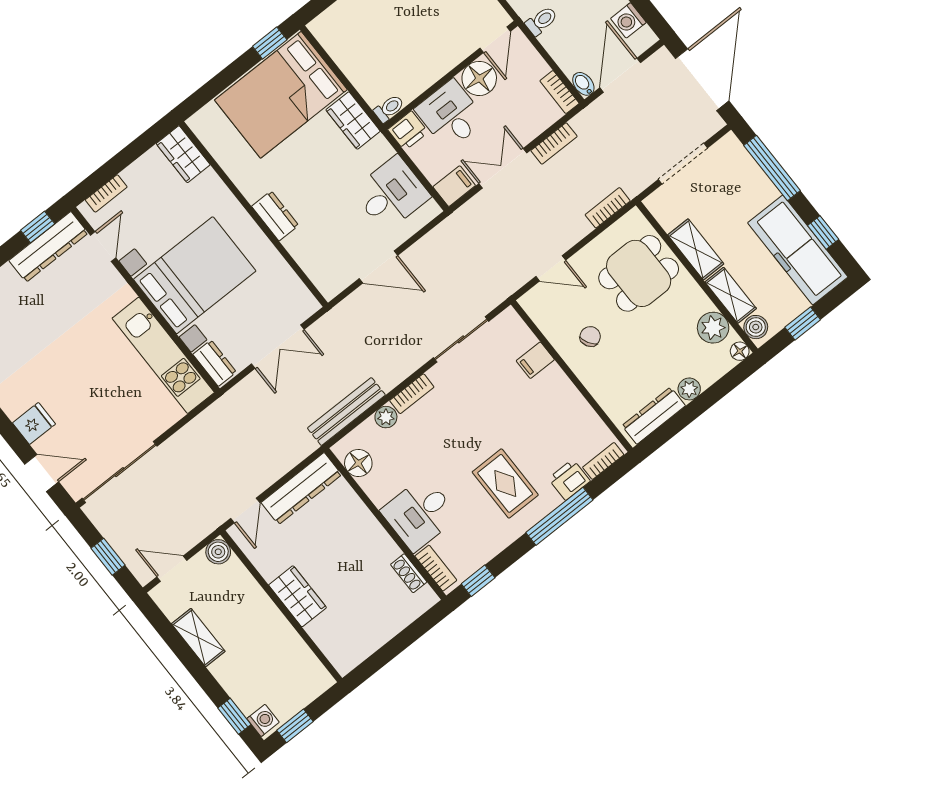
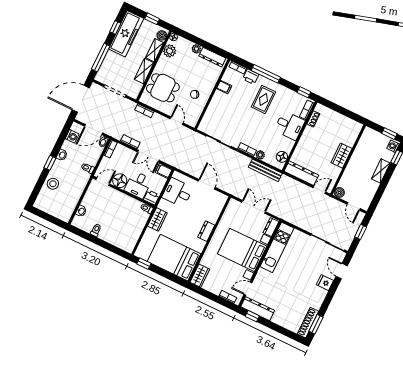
bed: (281, 95) -> (174, 258), moved, turned 180
filing cabinet: (535, 360) -> (224, 87), moved
shelving: (198, 638) -> (381, 171), moved

